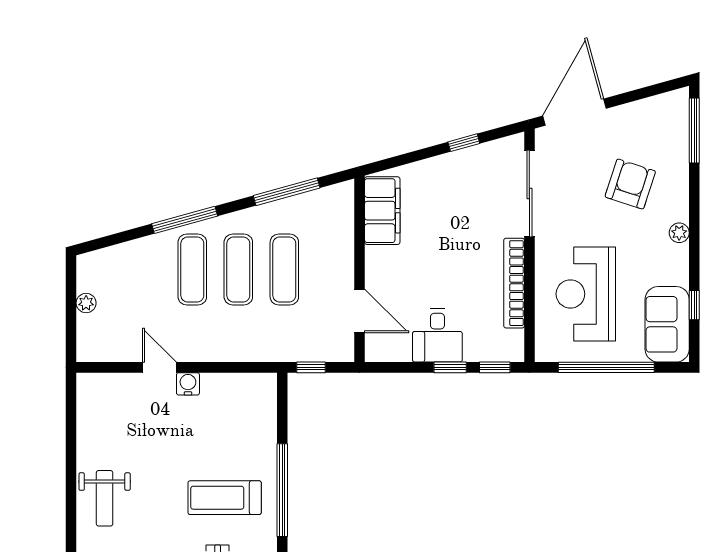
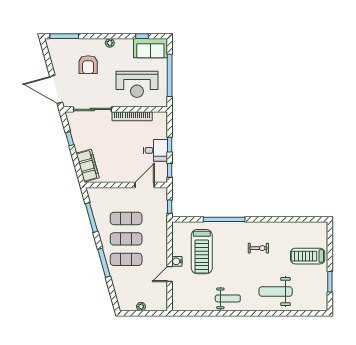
armchair: (630, 184) -> (88, 65), turned -108
filing cabinet: (382, 211) -> (88, 166), moved, turned 75
window: (495, 367) -> (170, 170), moved
treadmill: (225, 498) -> (202, 252), moved, width x1.37, depth x1.38

